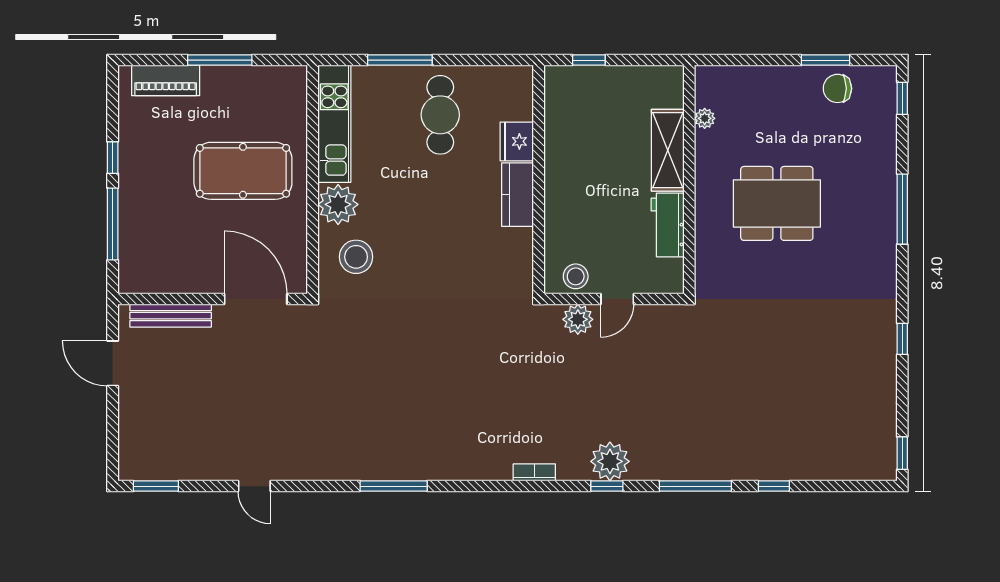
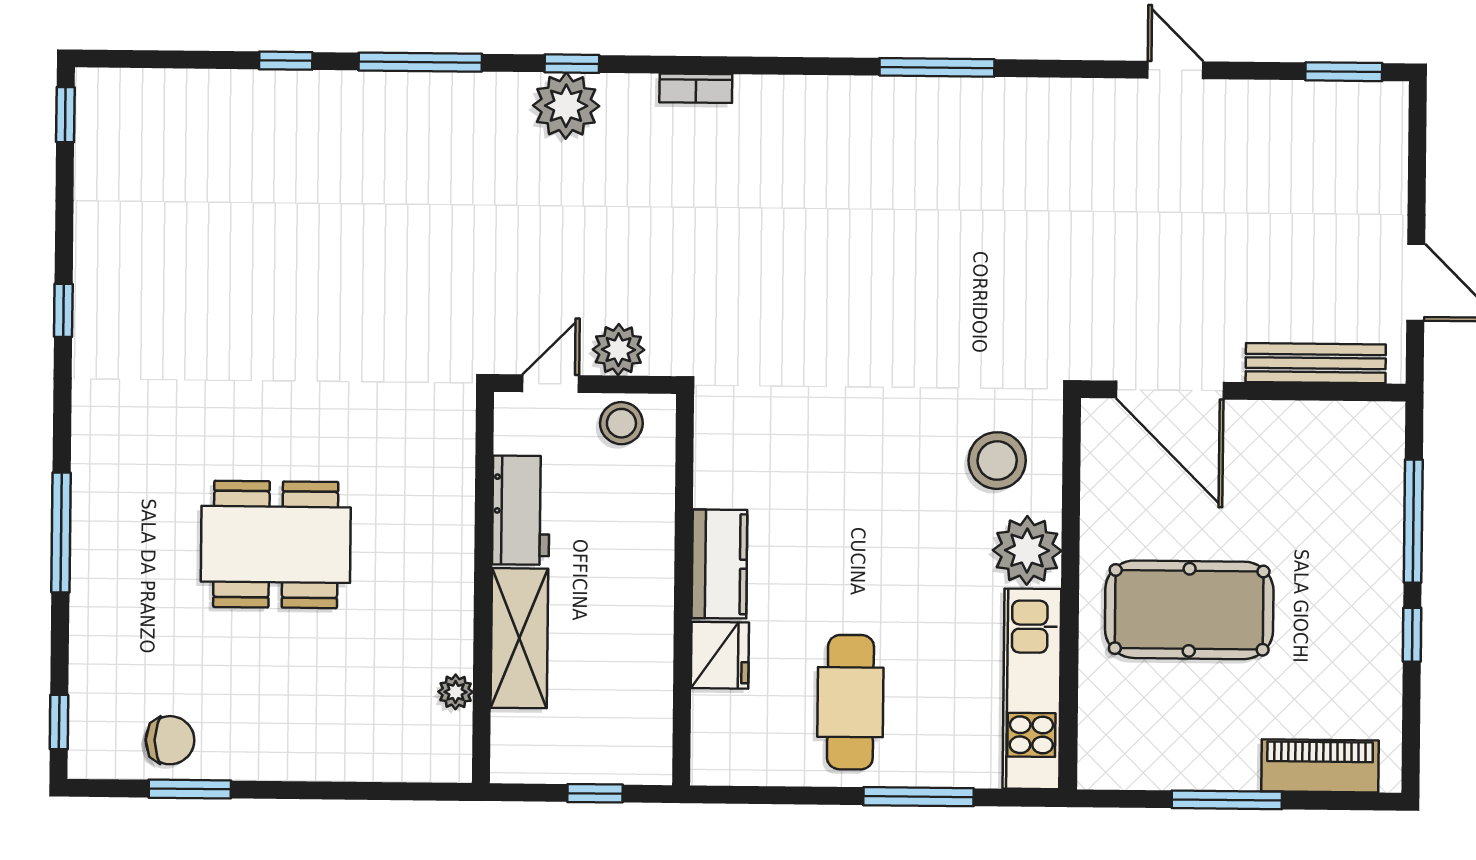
plant: (705, 118) -> (456, 692), moved
shelving: (668, 150) -> (519, 638), moved
wall: (689, 180) -> (483, 588), moved
workbench: (668, 225) -> (521, 510), moved

